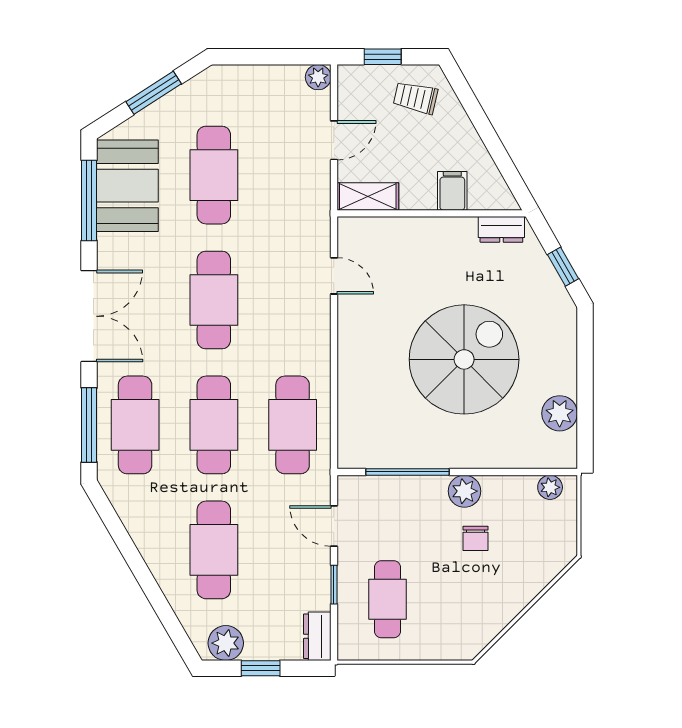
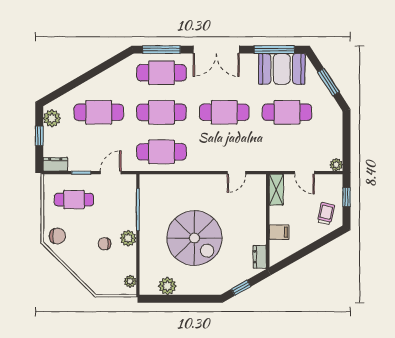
chair: (460, 632) -> (57, 236), added

